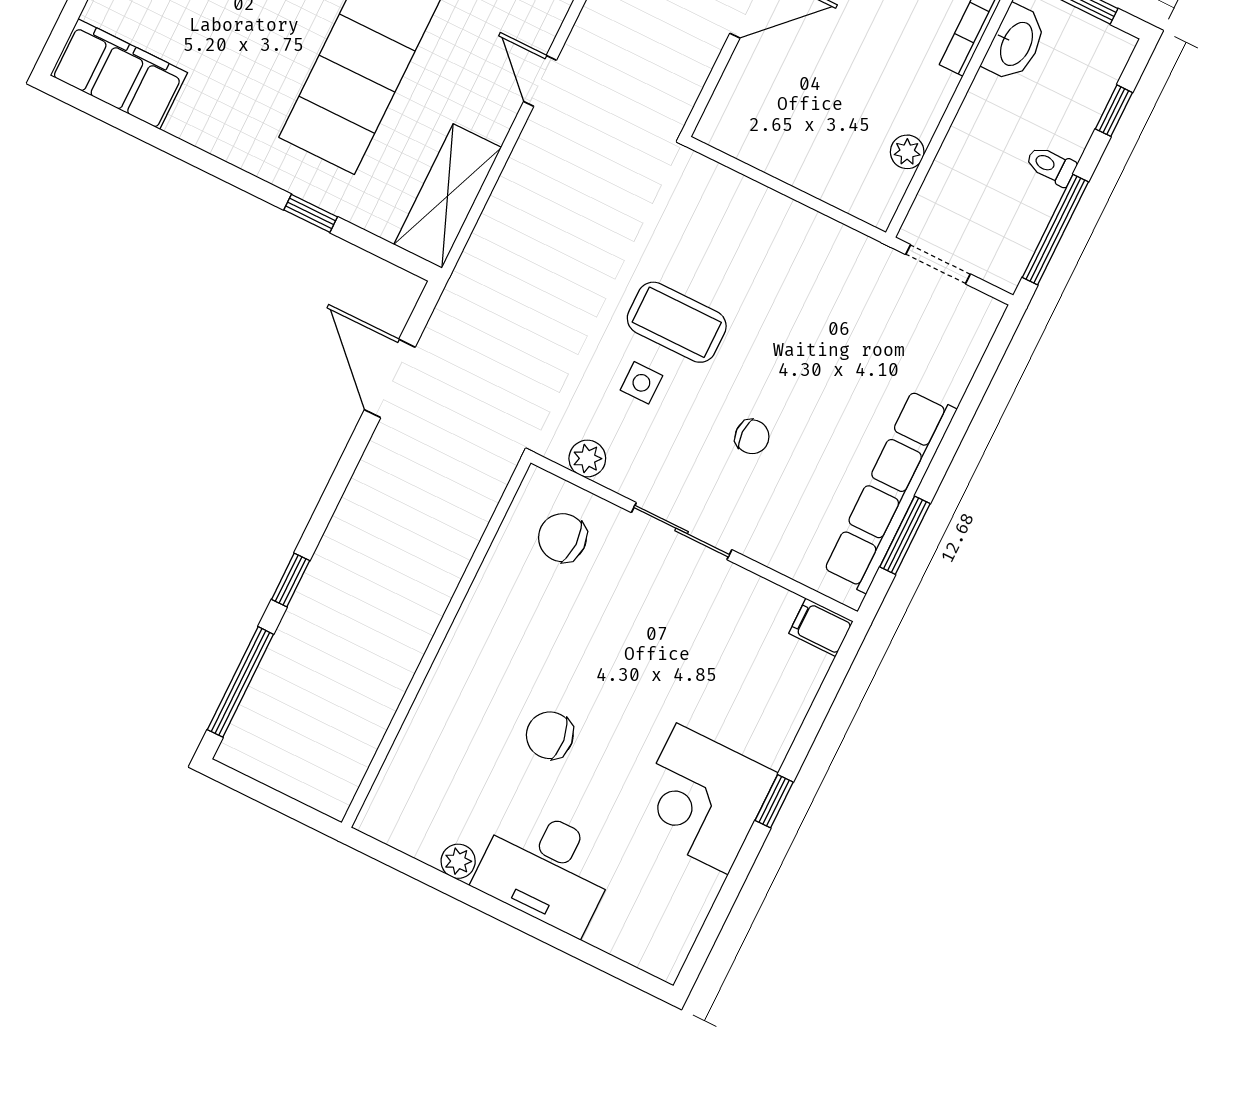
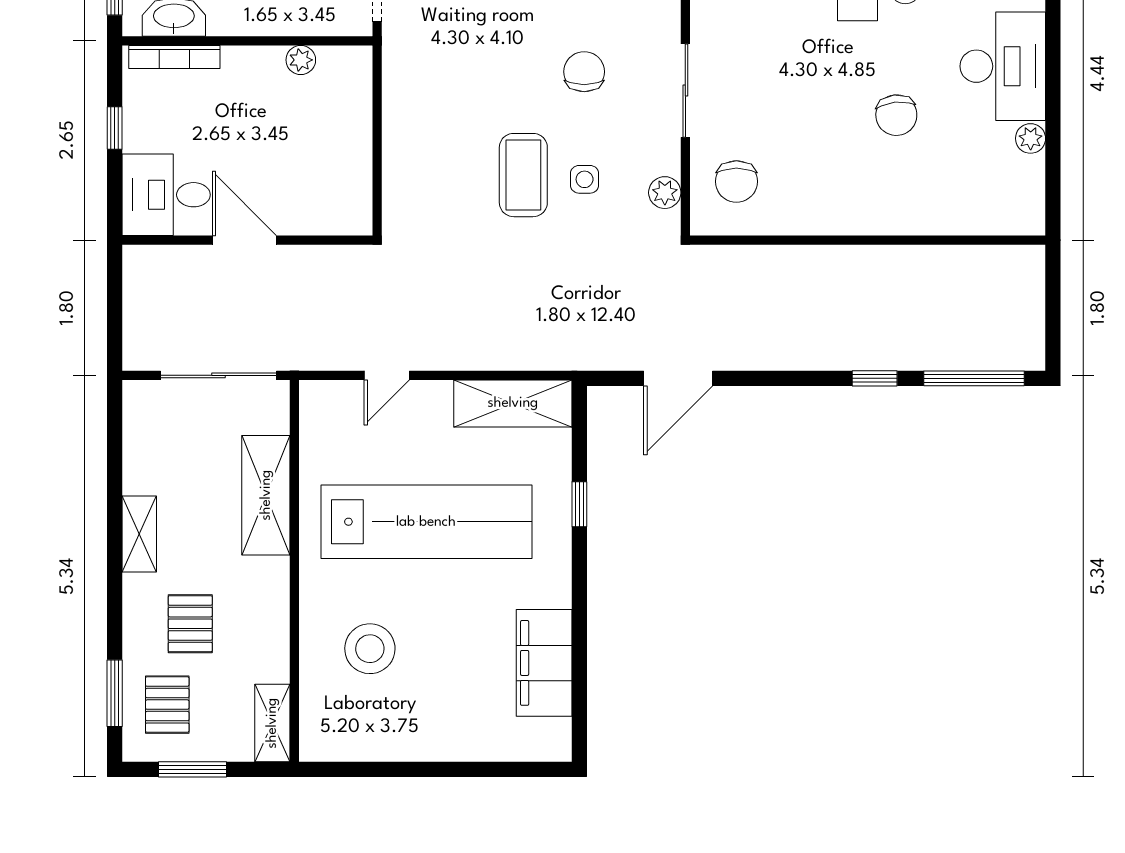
filing cabinet: (119, 74) -> (544, 663), moved
chair: (752, 437) -> (584, 72), width x1.37, depth x1.37

